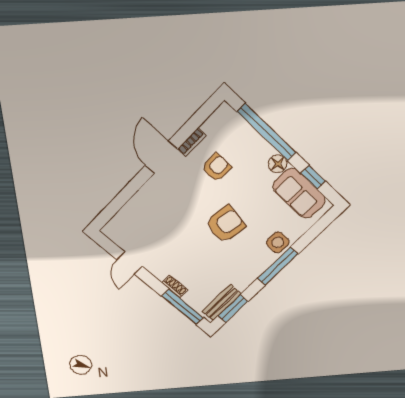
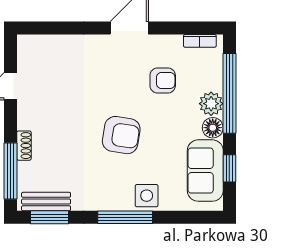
bookcase: (192, 142) -> (200, 41), moved
plant: (262, 151) -> (211, 104), added

